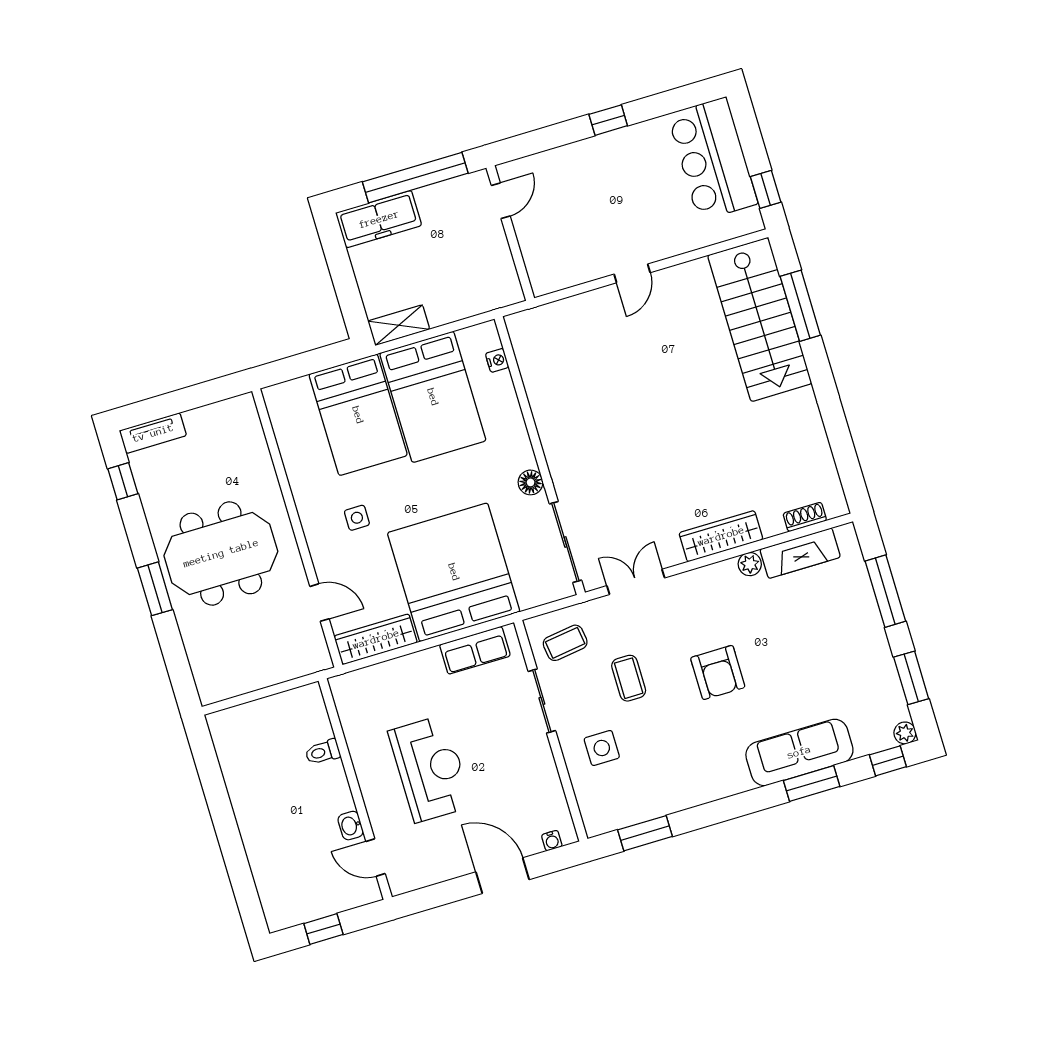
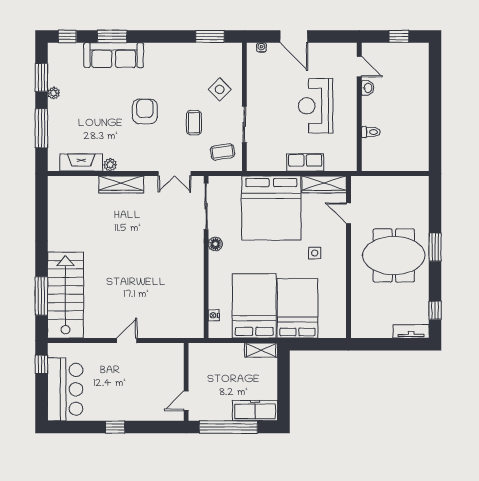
shoe rack: (805, 517) -> (73, 181), removed
row of seats: (475, 650) -> (305, 162), moved
plant: (905, 733) -> (54, 93), moved
side table: (602, 748) -> (220, 89), turned 45

